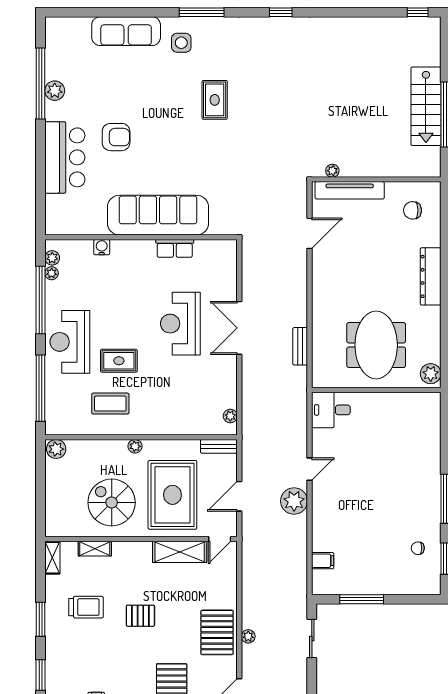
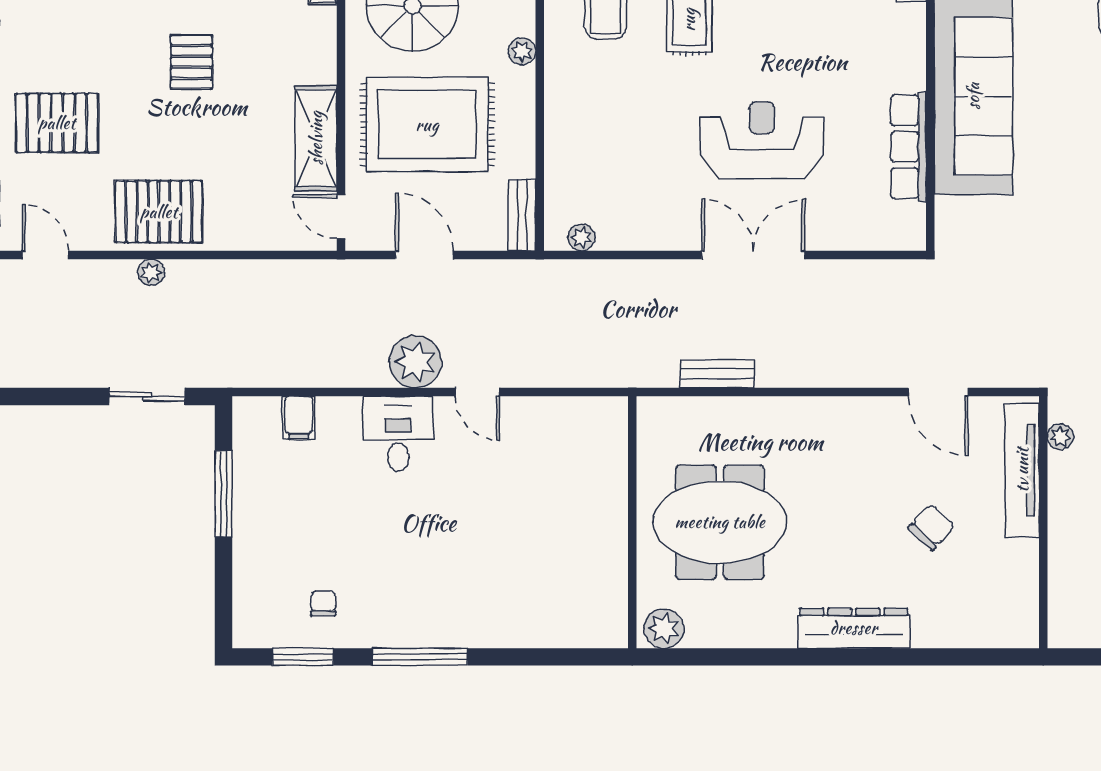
chair: (412, 210) -> (931, 527), moved, turned 43
row of seats: (175, 248) -> (908, 147), width x1.48
desk: (331, 410) -> (398, 434), moved

